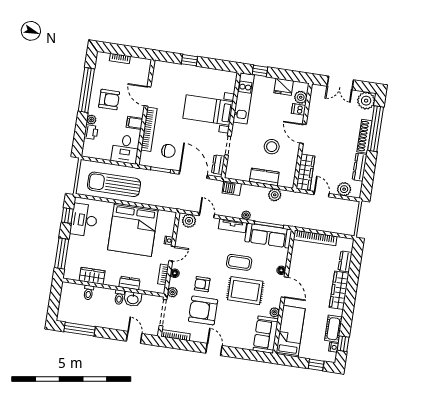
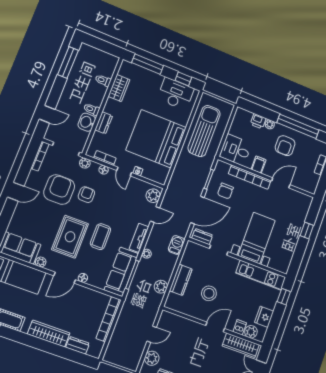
wardrobe: (305, 172) -> (241, 345), moved

